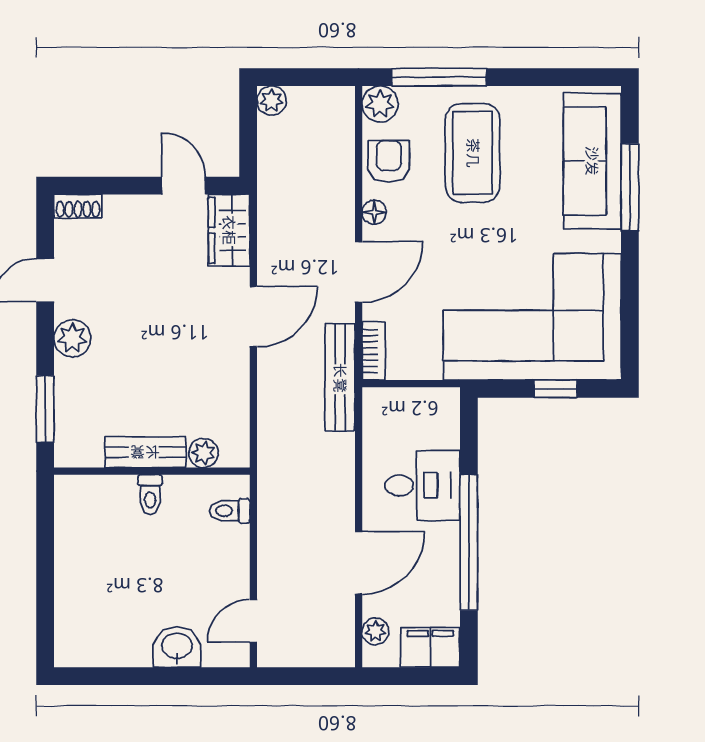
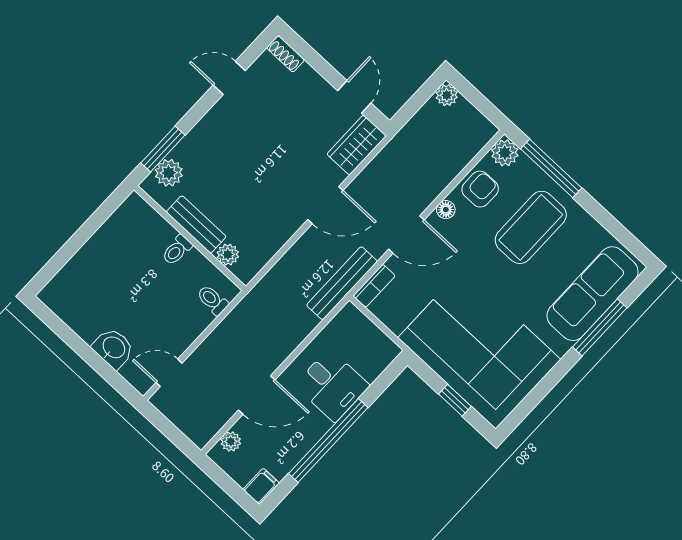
plant: (72, 338) -> (169, 173), moved
filing cabinet: (430, 647) -> (261, 486), width x0.50

